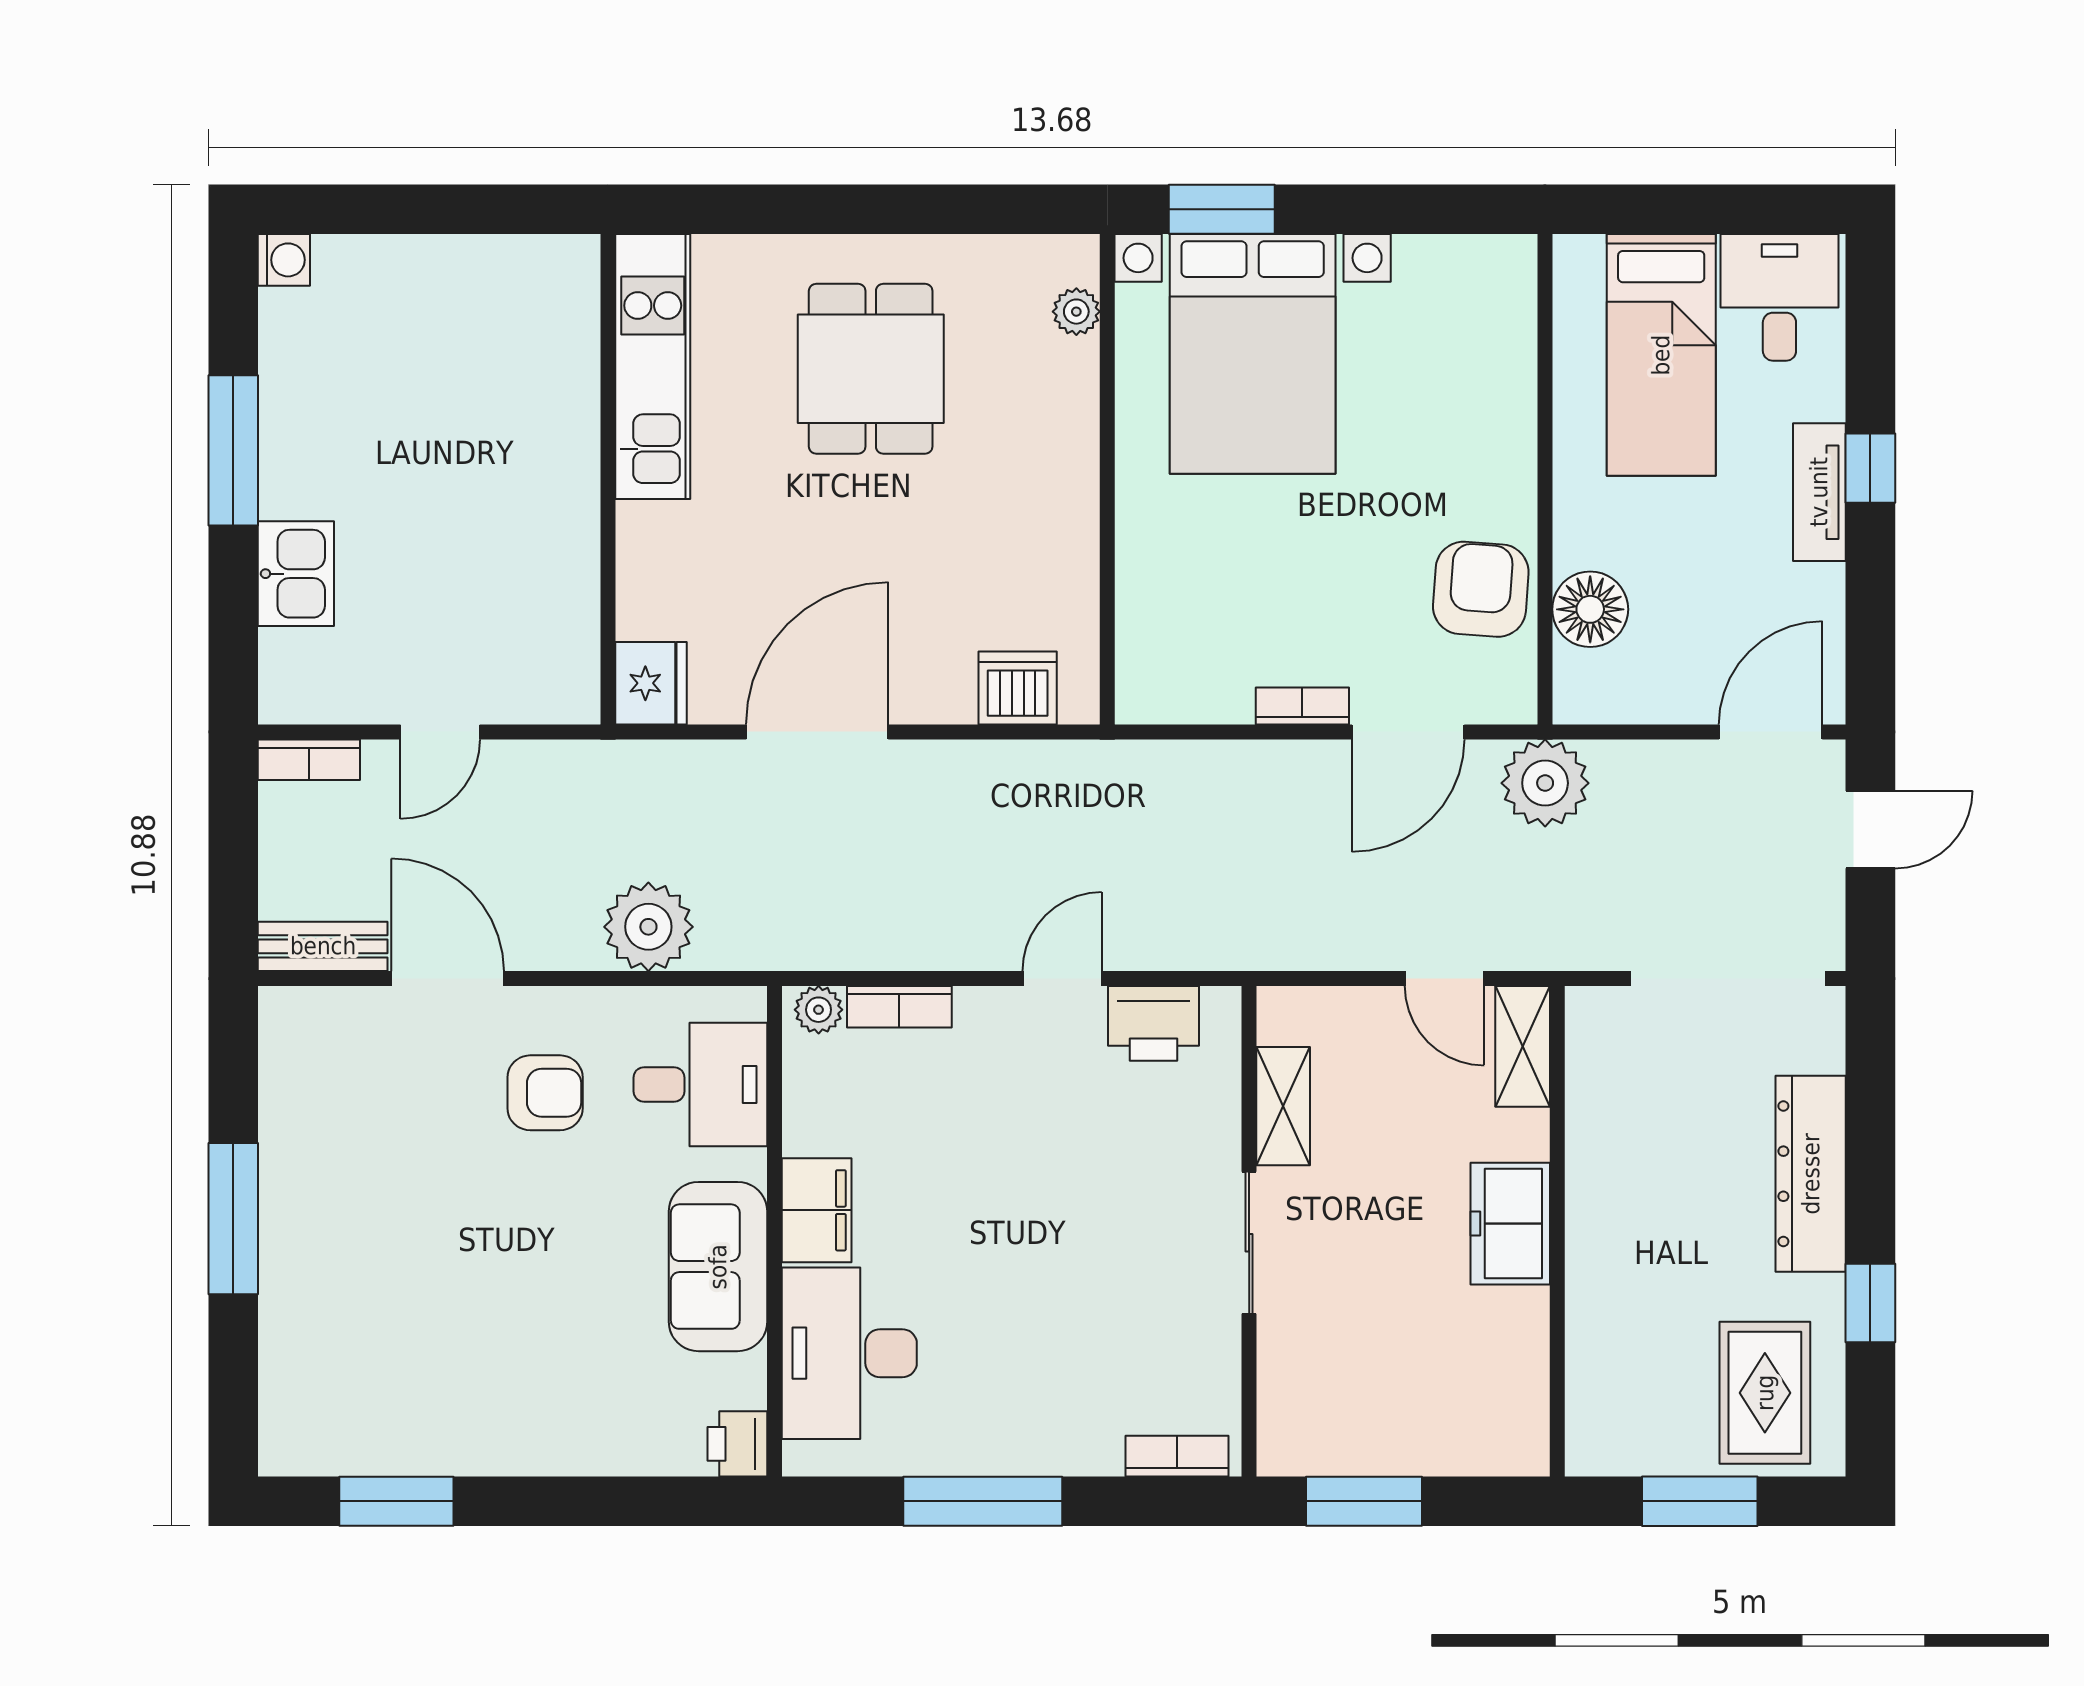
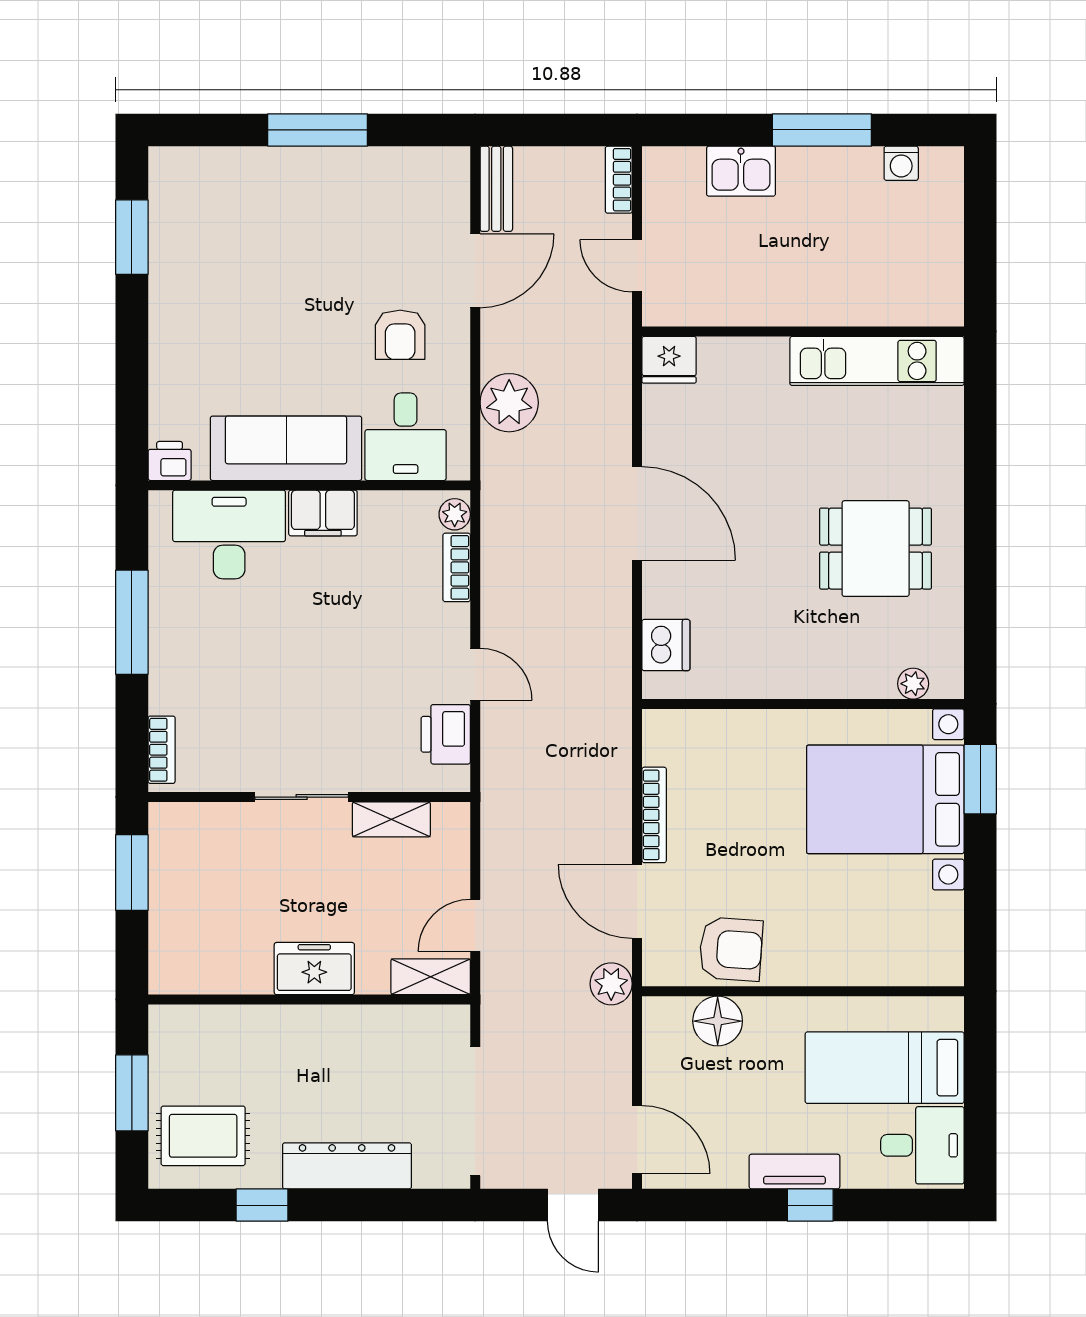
washing machine: (284, 260) -> (901, 163), moved
kitchen unit: (653, 366) -> (877, 361), moved
wall: (608, 479) -> (803, 332), moved
fridge: (651, 683) -> (669, 360), moved
bookcase: (1302, 706) -> (654, 815), width x1.56
plant: (1545, 783) -> (611, 984), width x0.73, depth x0.73
sofa: (718, 1267) -> (286, 448), width x1.36

